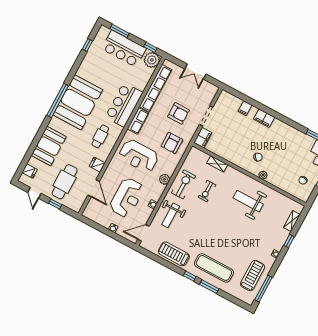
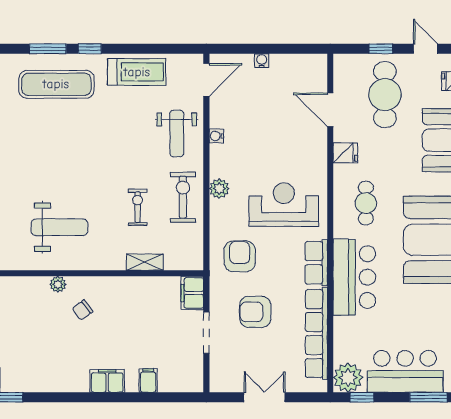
exercise bike: (183, 184) -> (183, 197), turned 180
reception desk: (127, 198) -> (266, 124), removed
weight bench: (171, 215) -> (177, 133), turned 180

